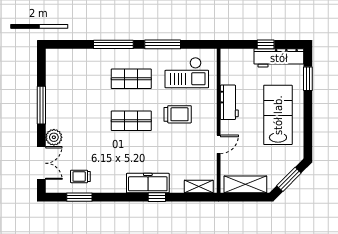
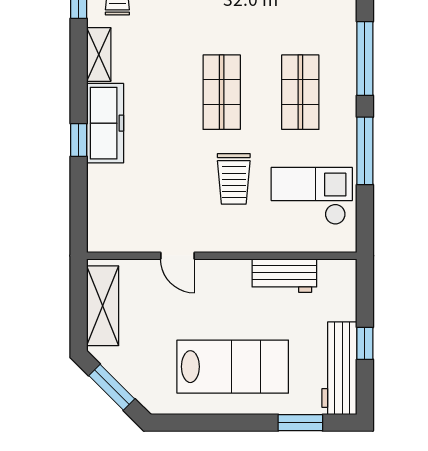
checkout: (187, 73) -> (312, 196), turned 90
workbench: (229, 102) -> (284, 276), moved
shelving: (199, 186) -> (99, 54), moved

